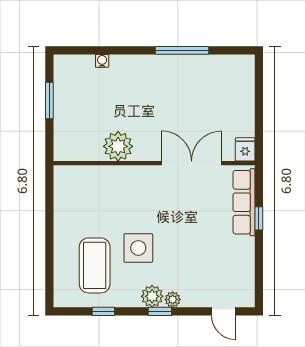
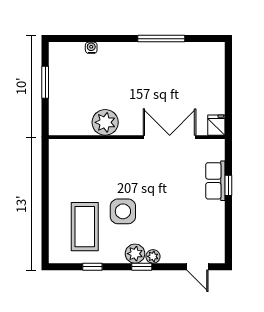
row of seats: (244, 202) -> (215, 181), width x0.68

